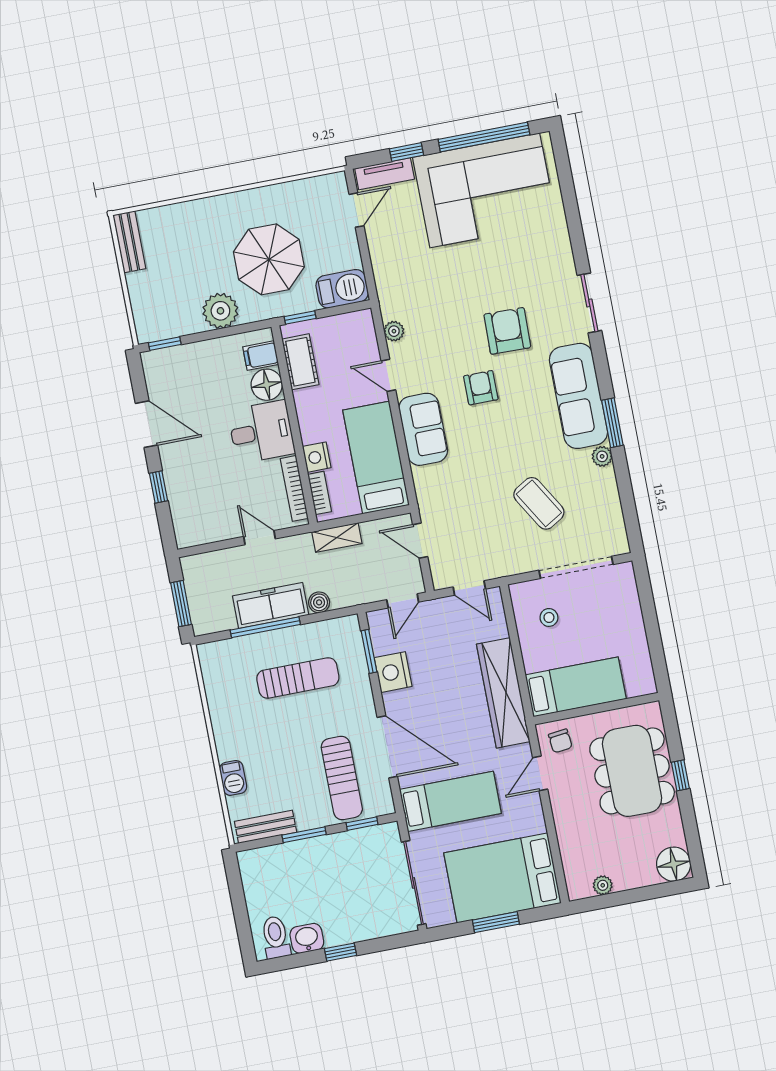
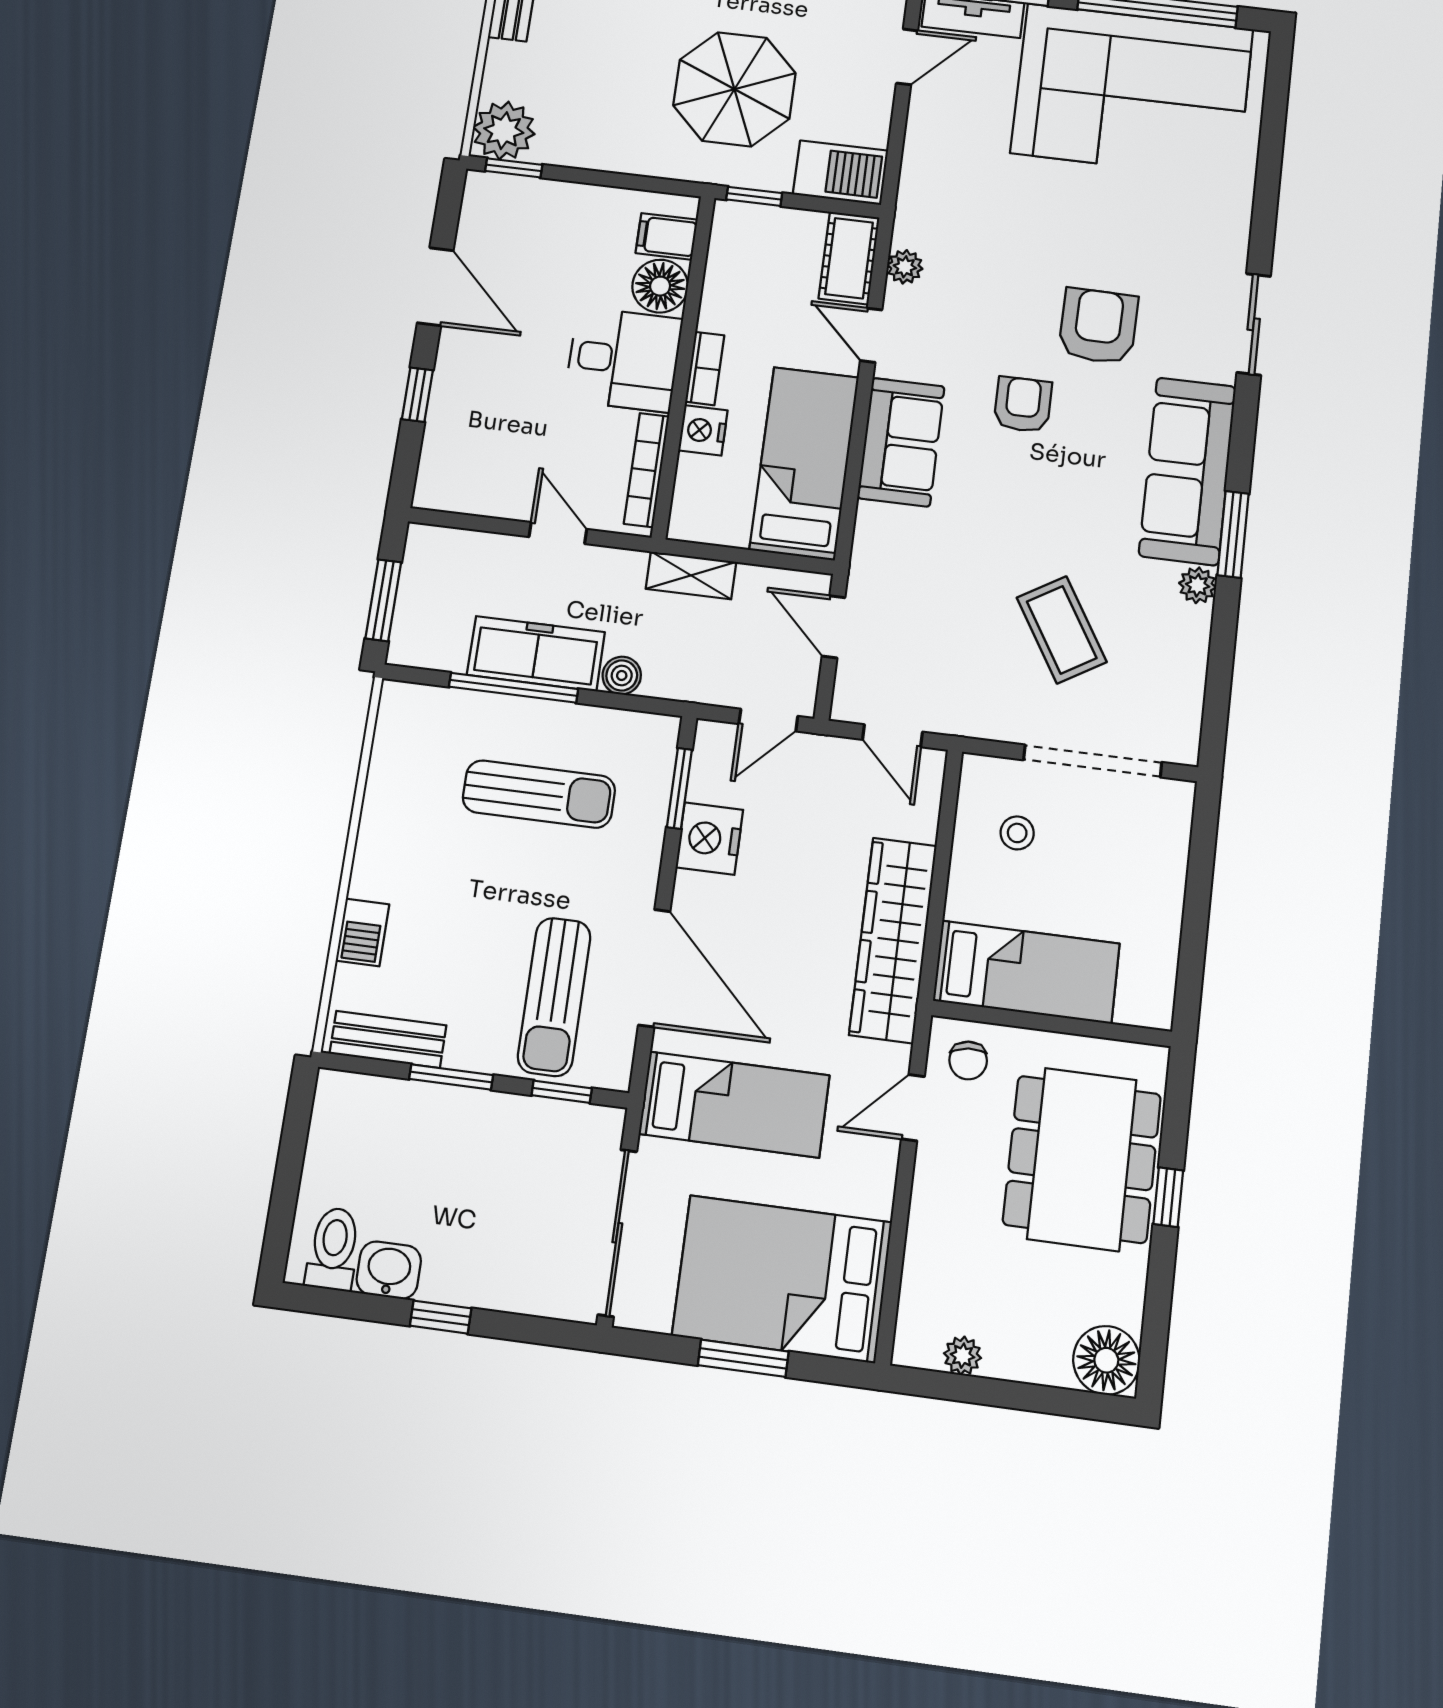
plant: (220, 311) -> (504, 131), moved
cot: (300, 362) -> (849, 258), moved
bookcase: (320, 493) -> (705, 368), moved

